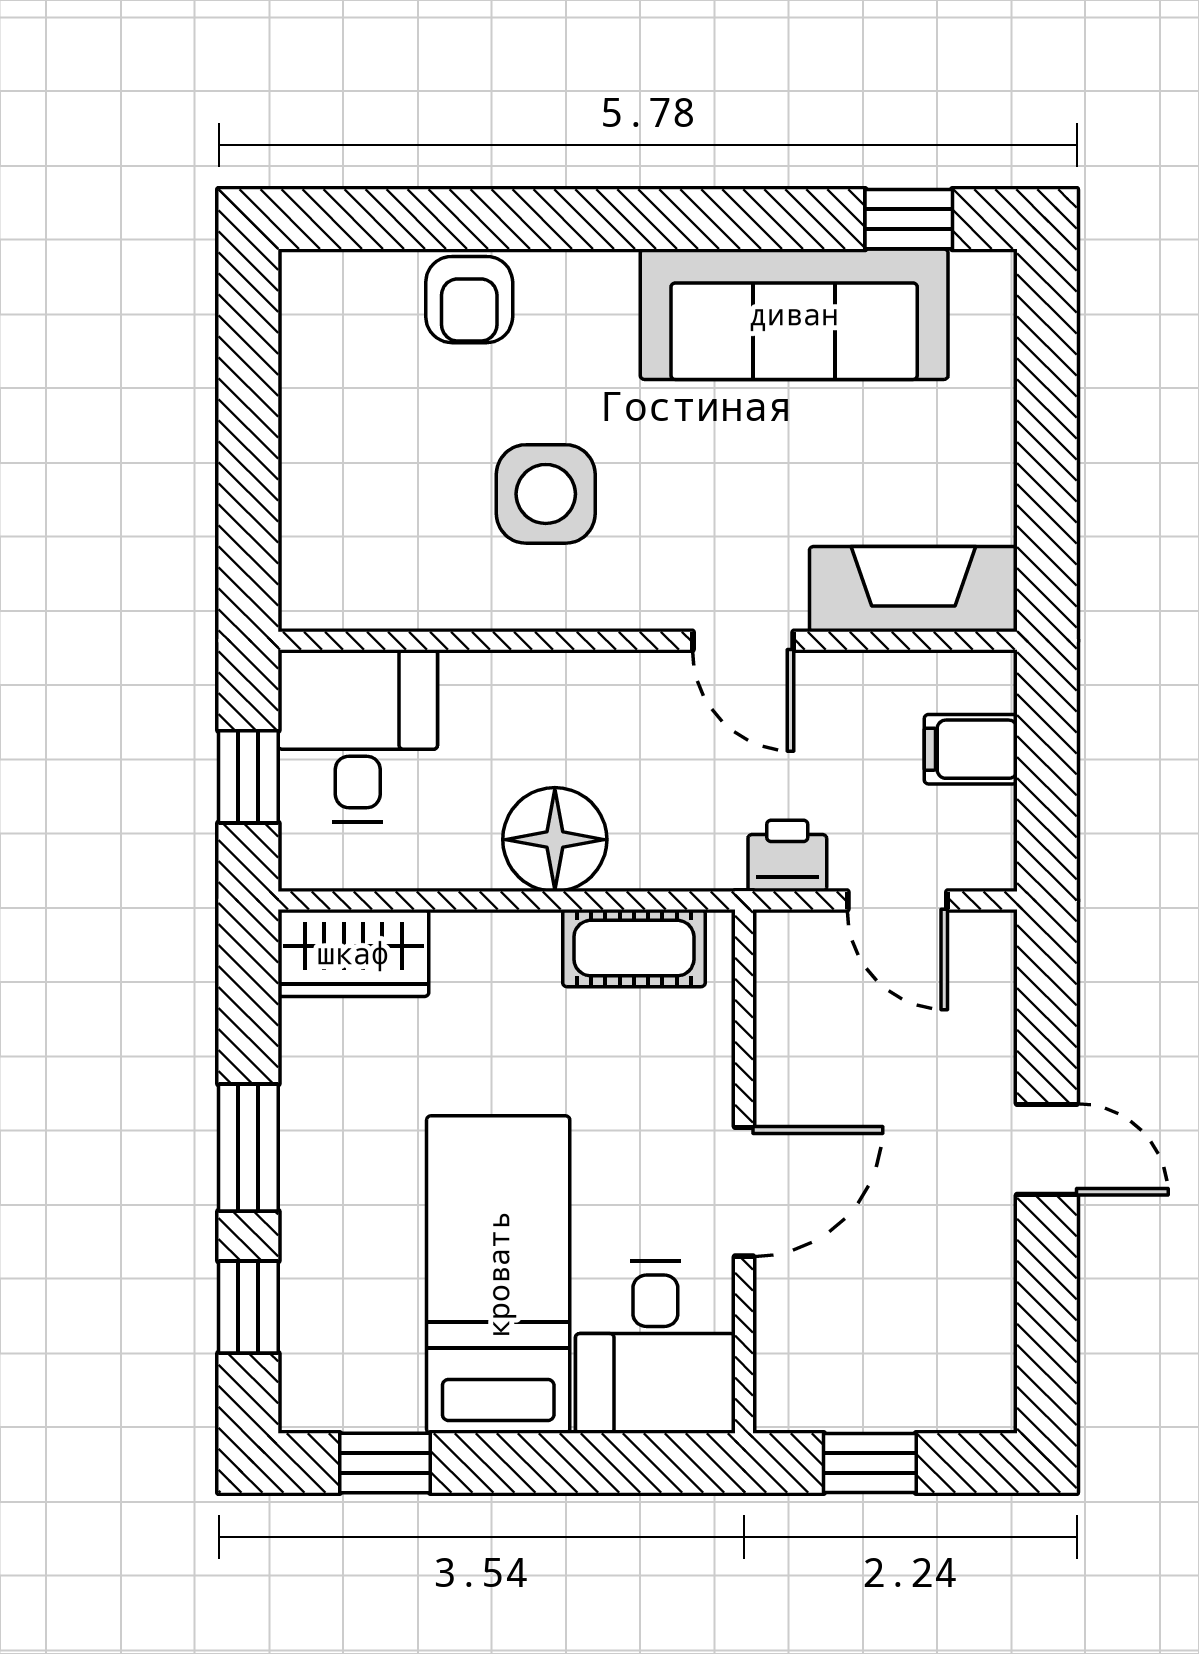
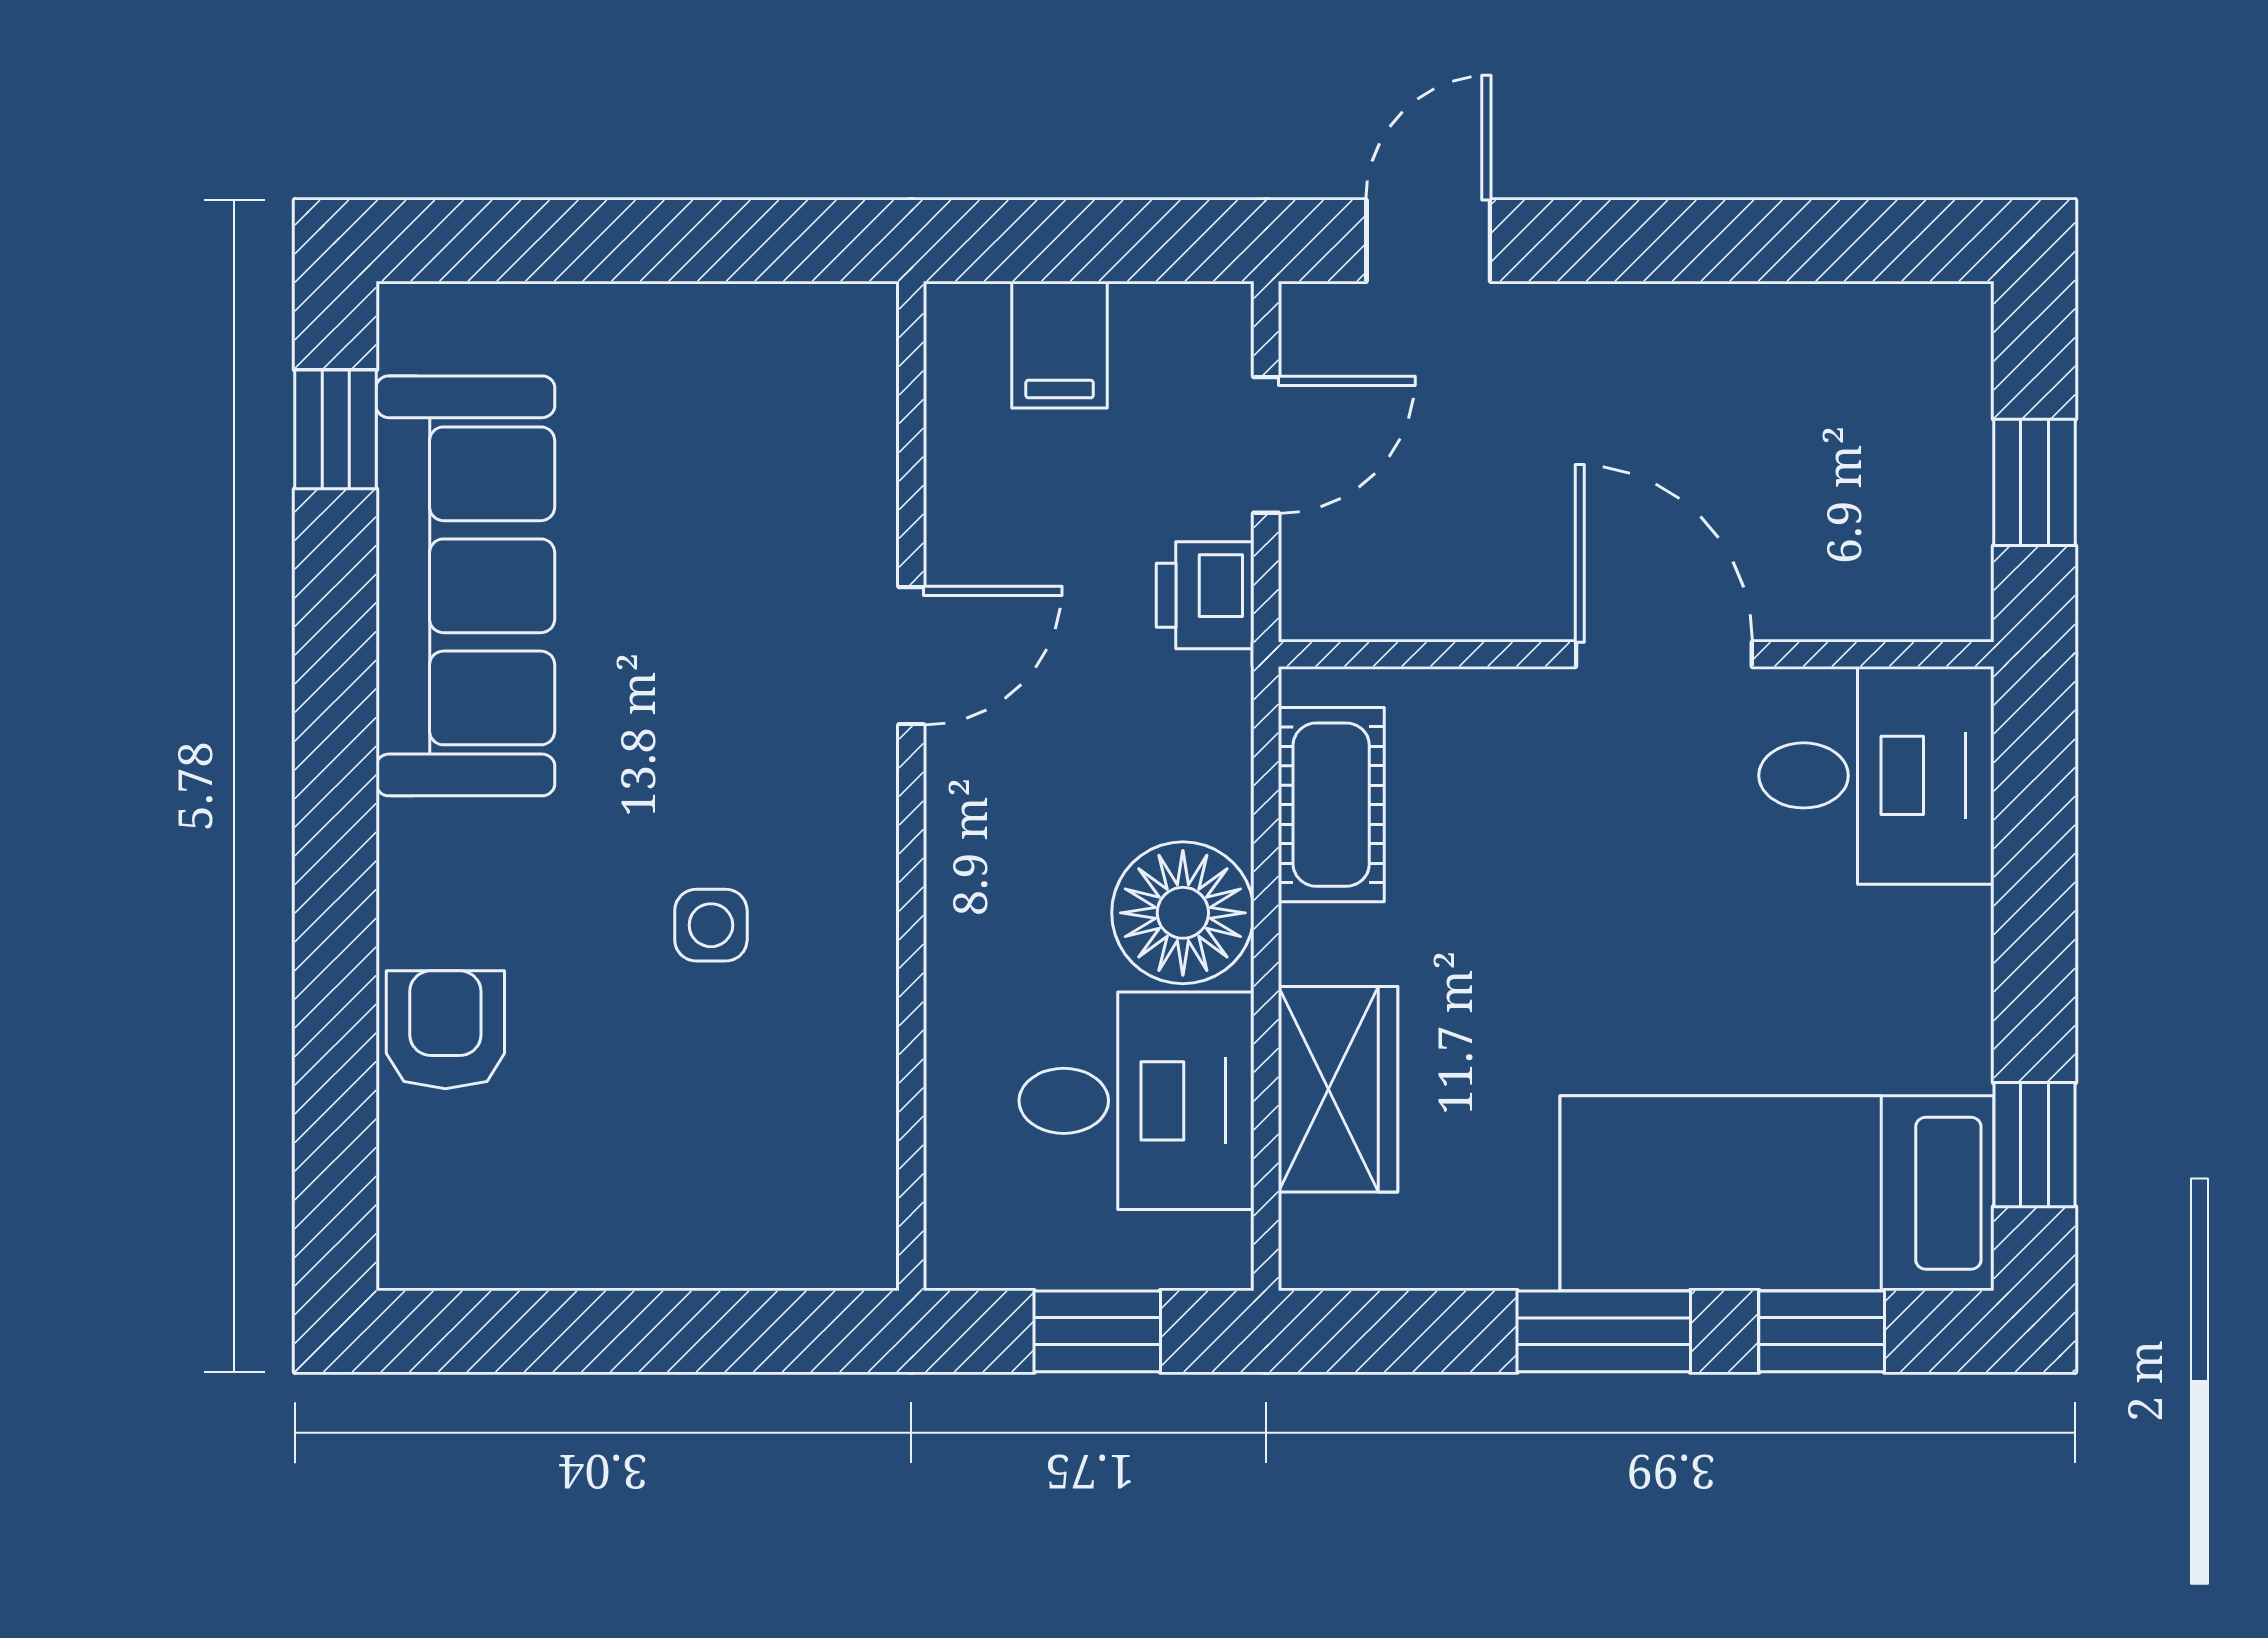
armchair: (469, 300) -> (445, 1030), turned -90
side table: (546, 494) -> (711, 925), width x0.54, depth x0.54
fireplace: (913, 589) -> (841, 423), removed
desk: (358, 736) -> (1137, 1101), moved, turned 180
wardrobe: (353, 953) -> (1338, 1089), moved
door: (1047, 1149) -> (1428, 241), moved
bed: (498, 1275) -> (1777, 1193), moved

